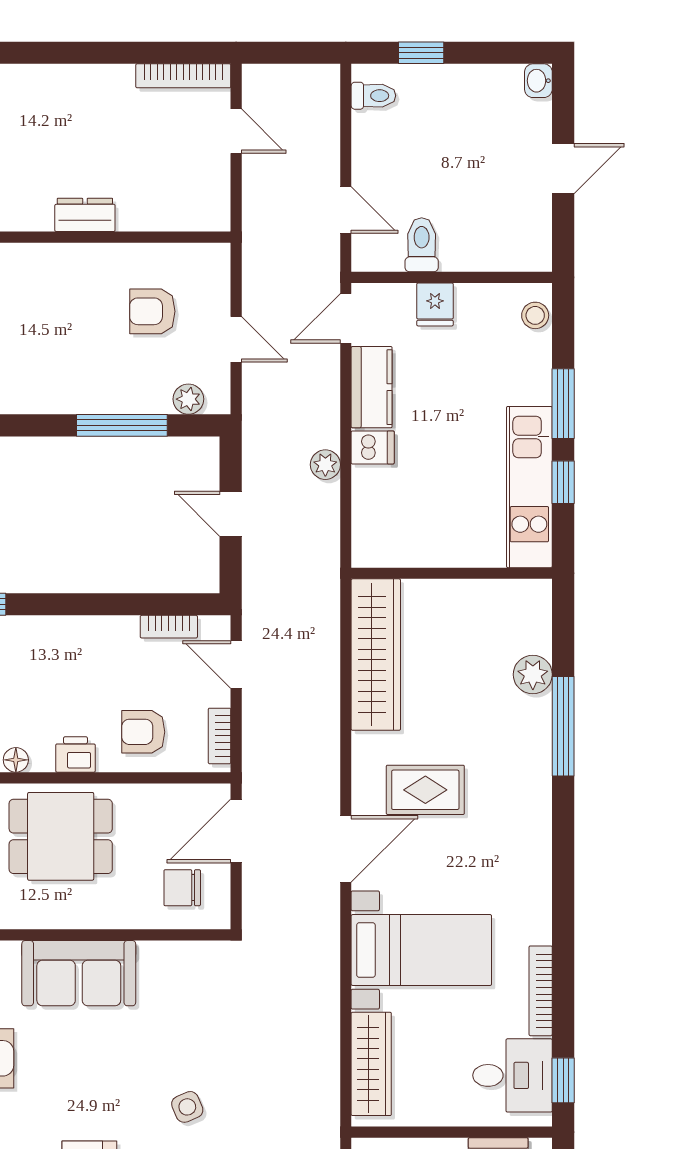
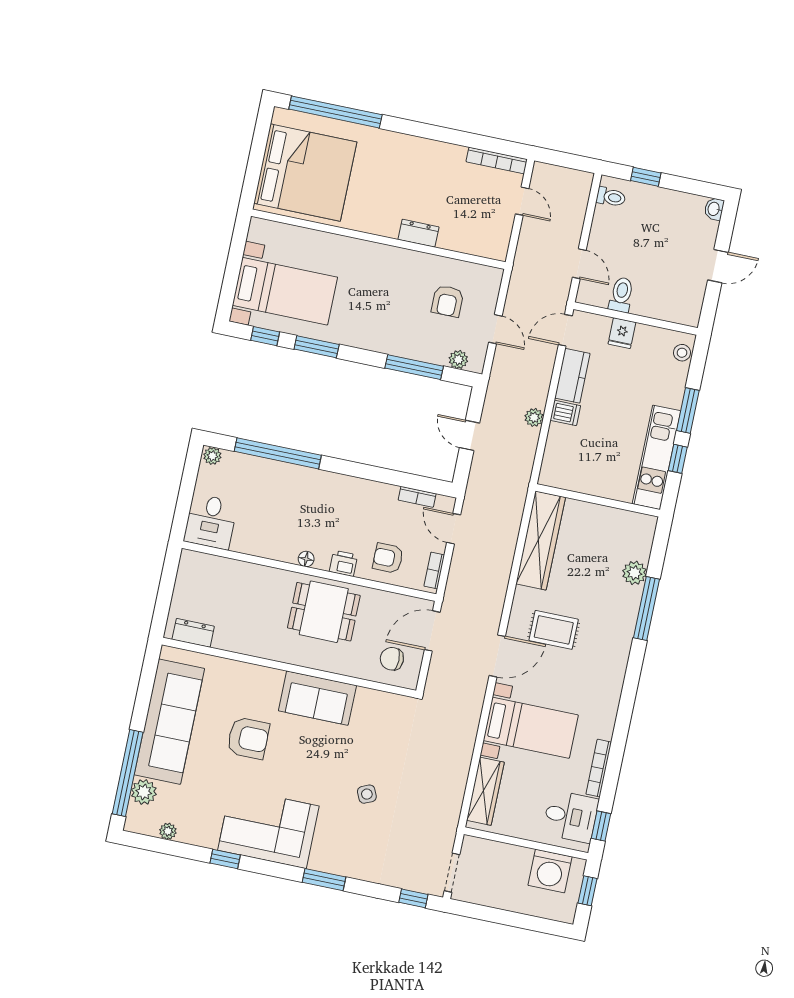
armchair: (152, 311) -> (447, 301), turned -90

